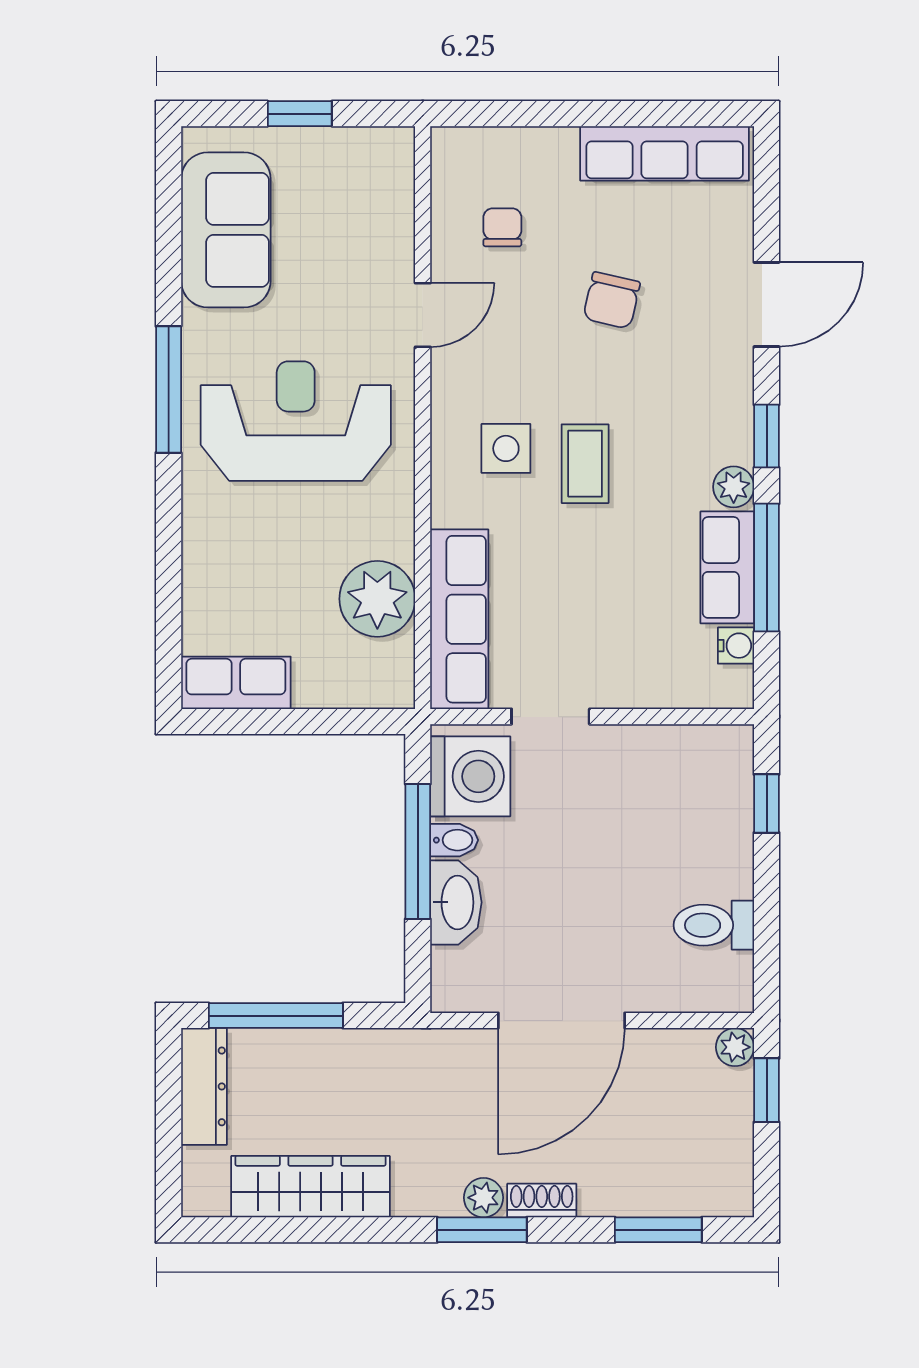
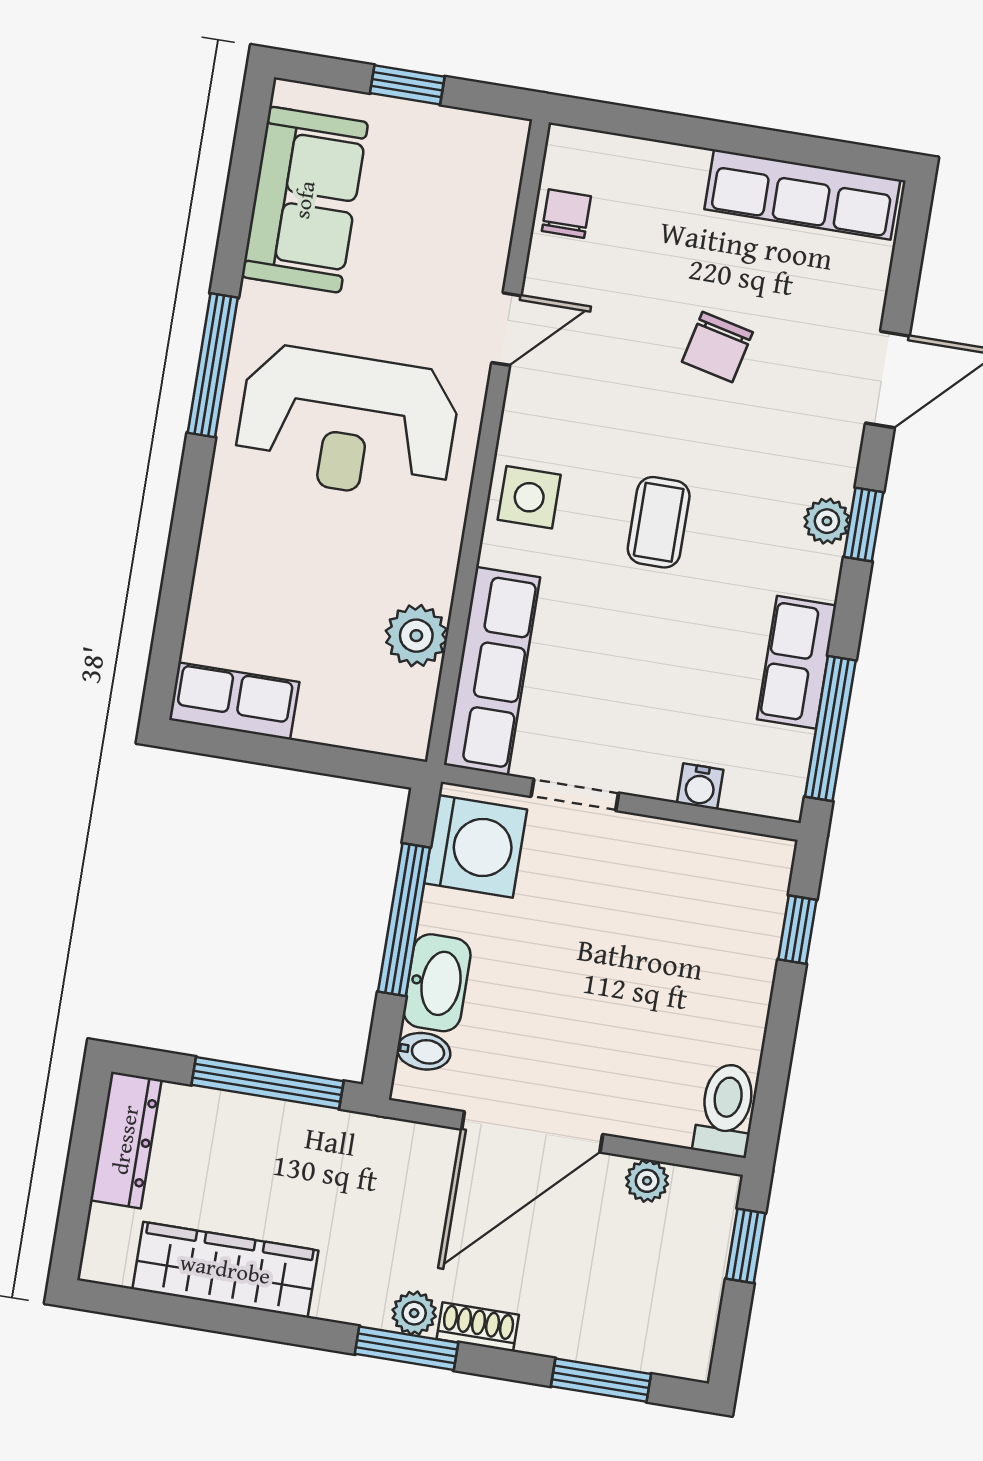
chair: (502, 227) -> (566, 214), moved
reception desk: (296, 421) -> (347, 423), turned 180
side table: (506, 448) -> (529, 497), moved
plant: (734, 487) -> (827, 521), moved
window: (767, 568) -> (830, 728), moved
plant: (377, 599) -> (416, 636), width x0.73, depth x0.73
water cooler: (736, 646) -> (700, 786), moved, turned 90
bidet: (454, 840) -> (424, 1051), moved
toilet: (714, 925) -> (726, 1110), moved, turned 90
window: (276, 1016) -> (267, 1083), moved
plant: (735, 1047) -> (647, 1181), moved

